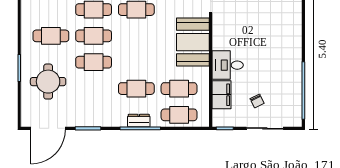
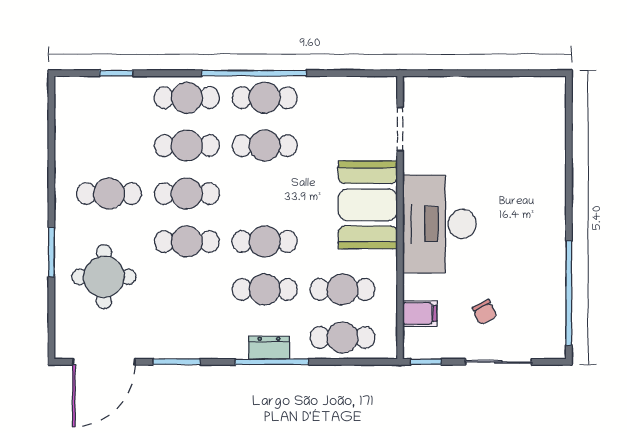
cafe table: (136, 62) -> (265, 241), added
desk: (228, 65) -> (439, 224), width x1.87, depth x1.30
filing cabinet: (222, 95) -> (420, 314), width x0.50

